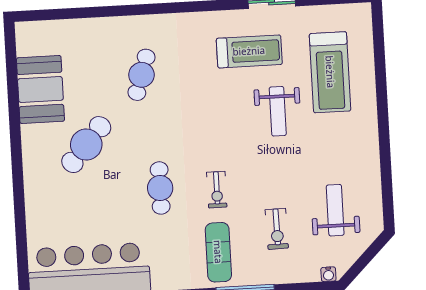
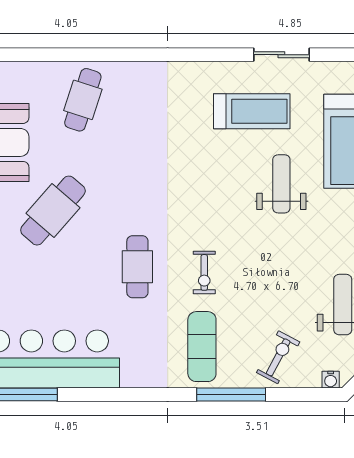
cafe table: (141, 75) -> (83, 100), moved
weight bench: (278, 111) -> (281, 184), turned 180
exercise bike: (277, 229) -> (278, 357), moved, turned -151

